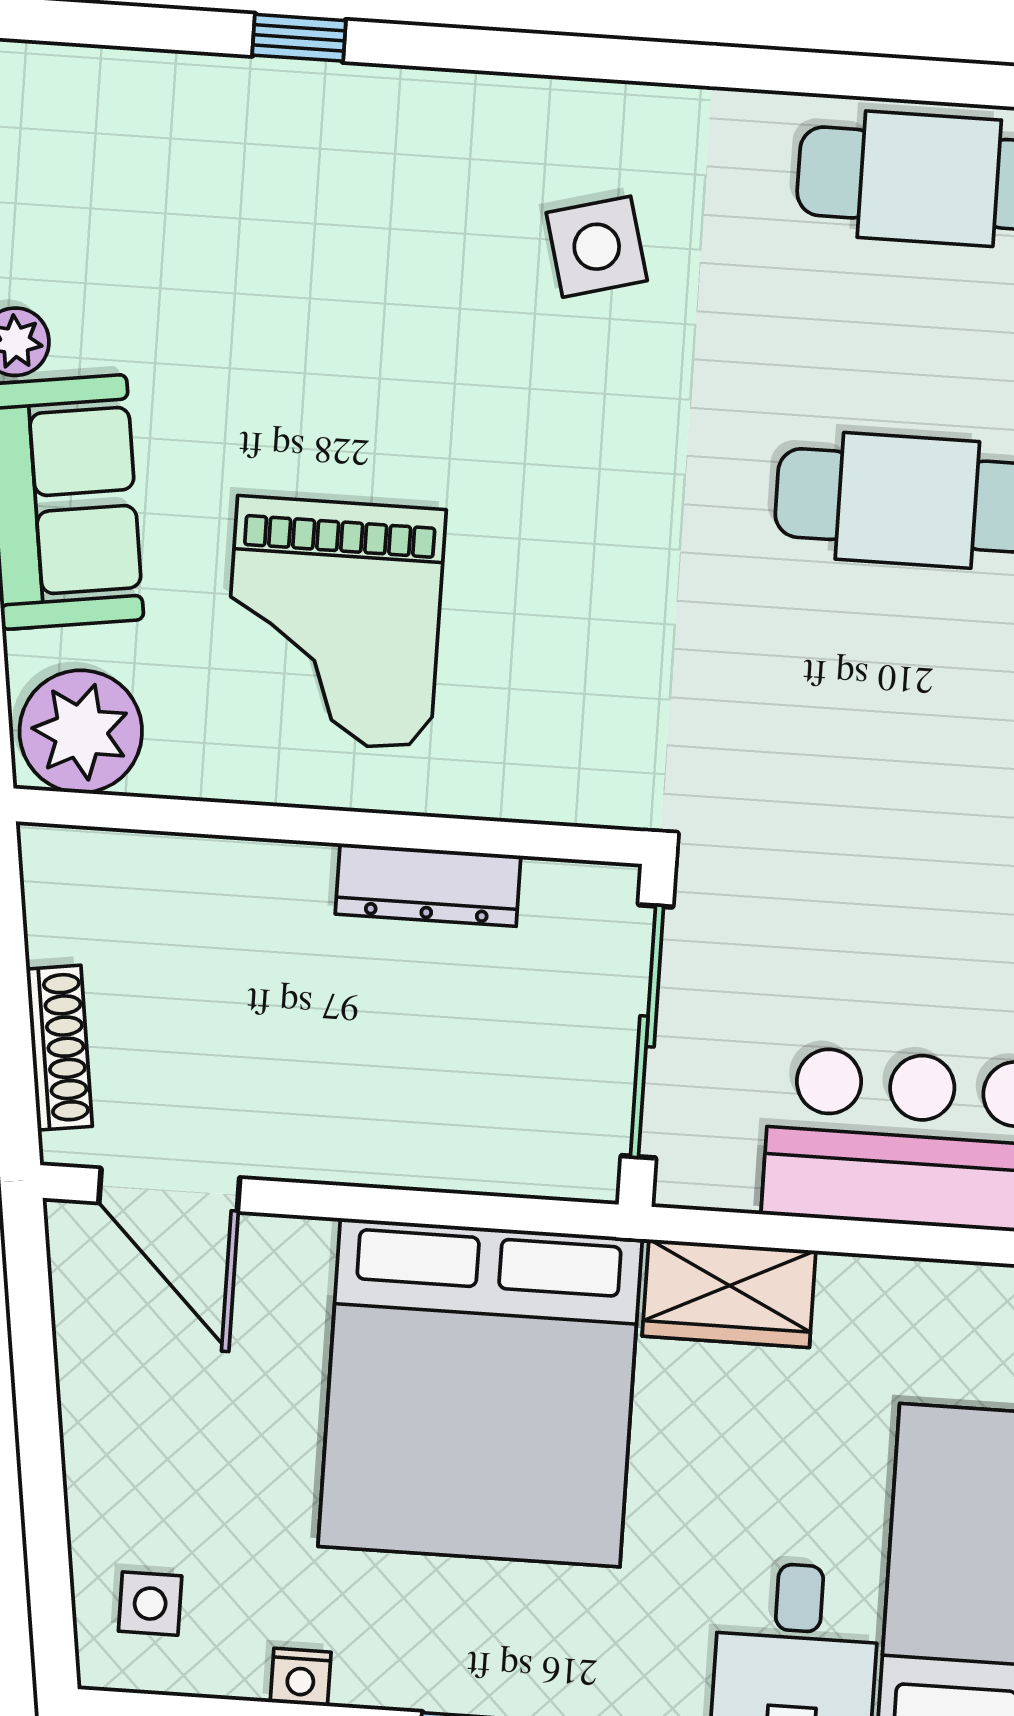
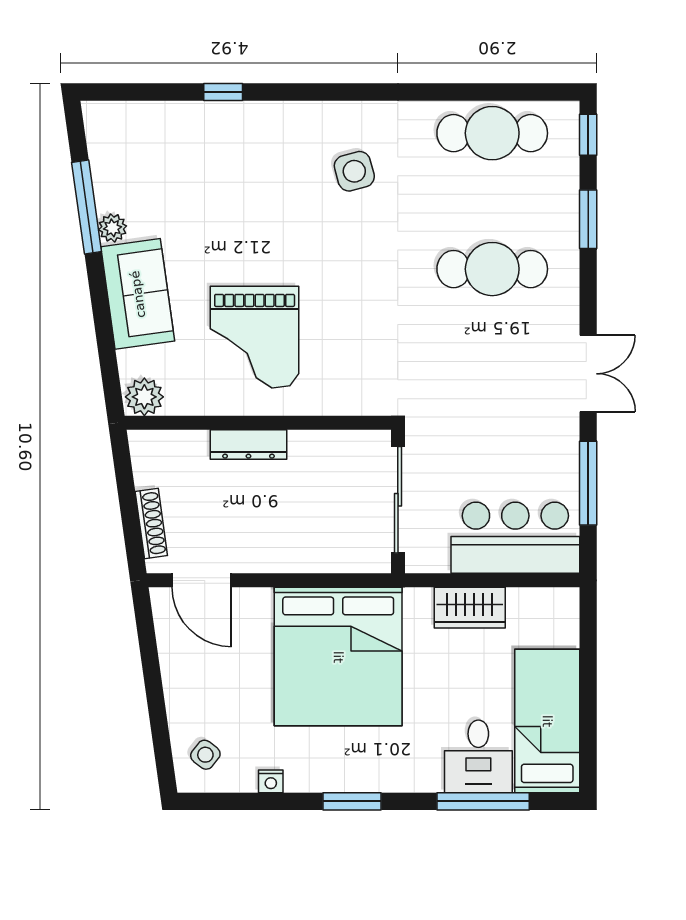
plant: (81, 732) -> (144, 397), width x0.73, depth x0.73
dresser: (428, 885) -> (248, 444), moved
wardrobe: (729, 1293) -> (470, 608), moved
side table: (150, 1604) -> (205, 755), turned 38

